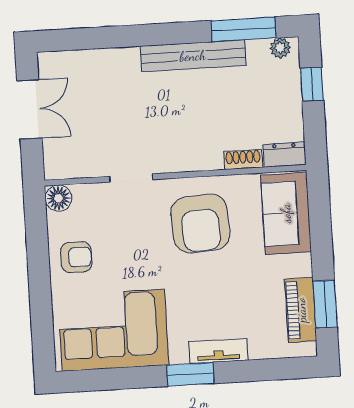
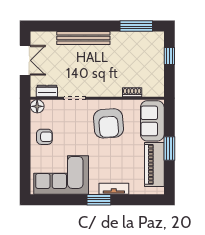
plant: (280, 48) -> (154, 37), removed
bench: (193, 56) -> (83, 38), moved
dresser: (284, 155) -> (47, 91), moved
window: (325, 304) -> (169, 149), moved
piano: (301, 310) -> (154, 164), width x1.37, depth x1.33

